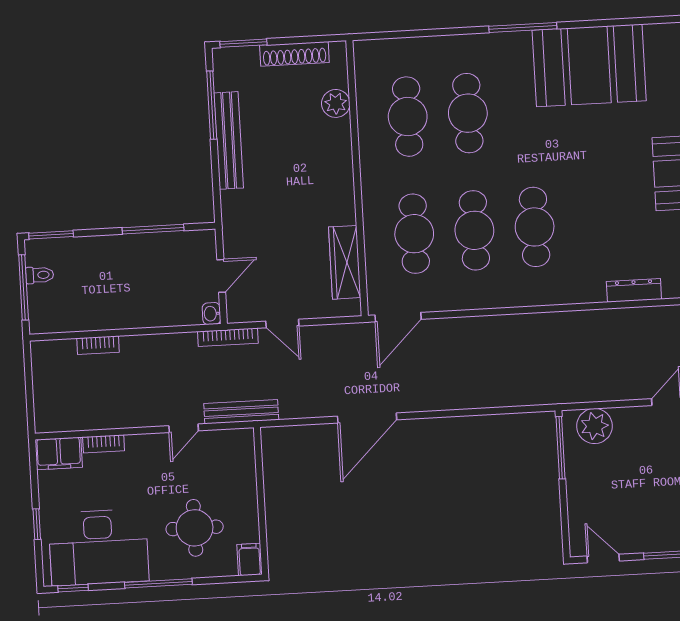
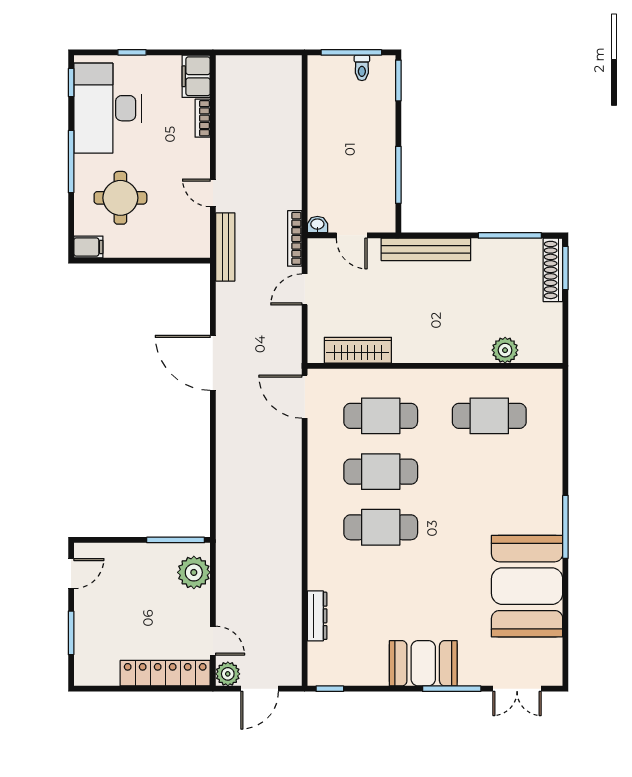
shoe rack: (294, 54) -> (553, 270), moved
cafe table: (468, 113) -> (489, 472), removed
bench: (229, 140) -> (426, 249), moved
bookcase: (98, 345) -> (294, 118), removed

